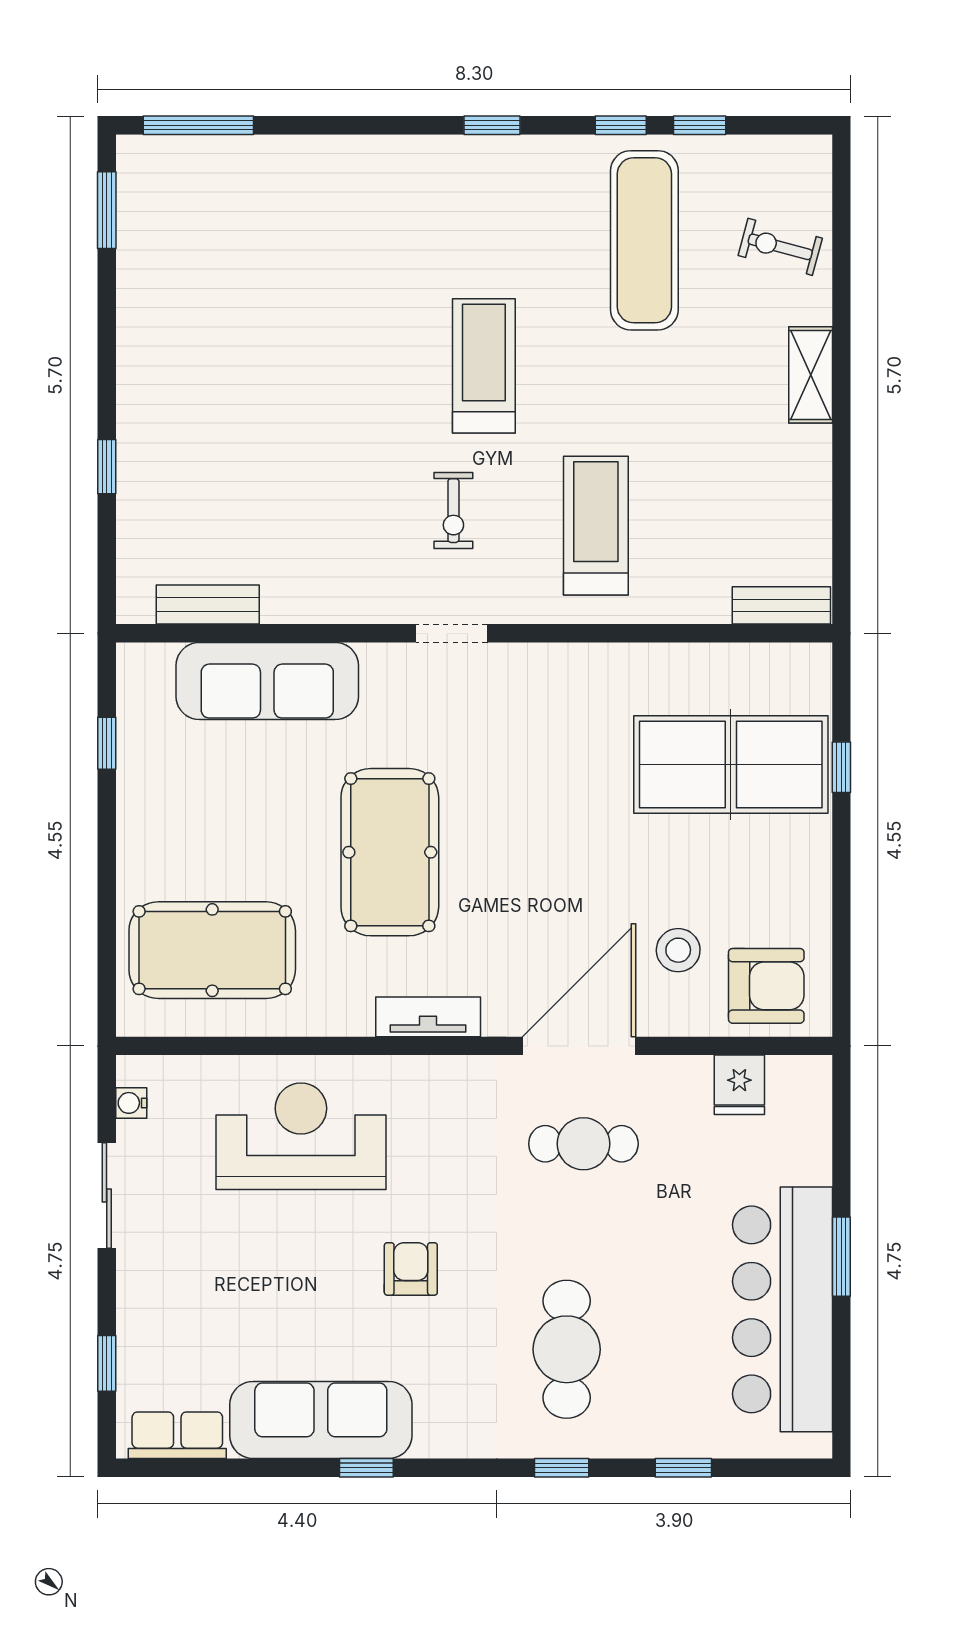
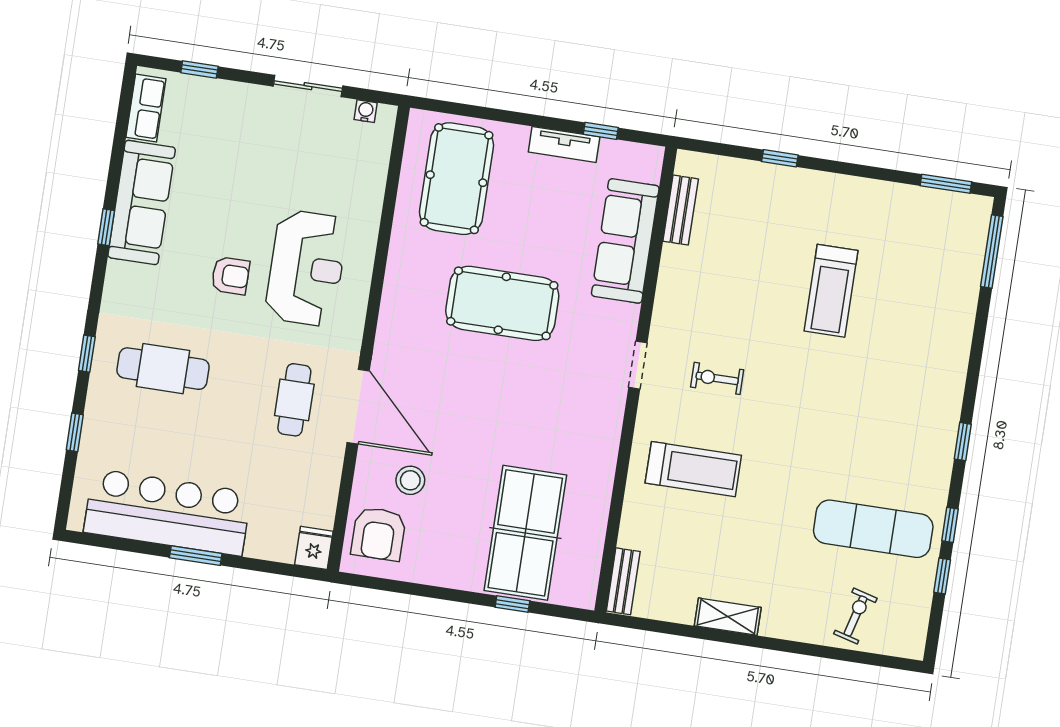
treadmill: (484, 366) -> (831, 291), moved, turned 90
shelving: (811, 375) -> (728, 617), moved
tv unit: (428, 1017) -> (564, 144), moved, turned 90
fridge: (739, 1085) -> (314, 548), moved, turned 90
reception desk: (301, 1136) -> (306, 268), moved

